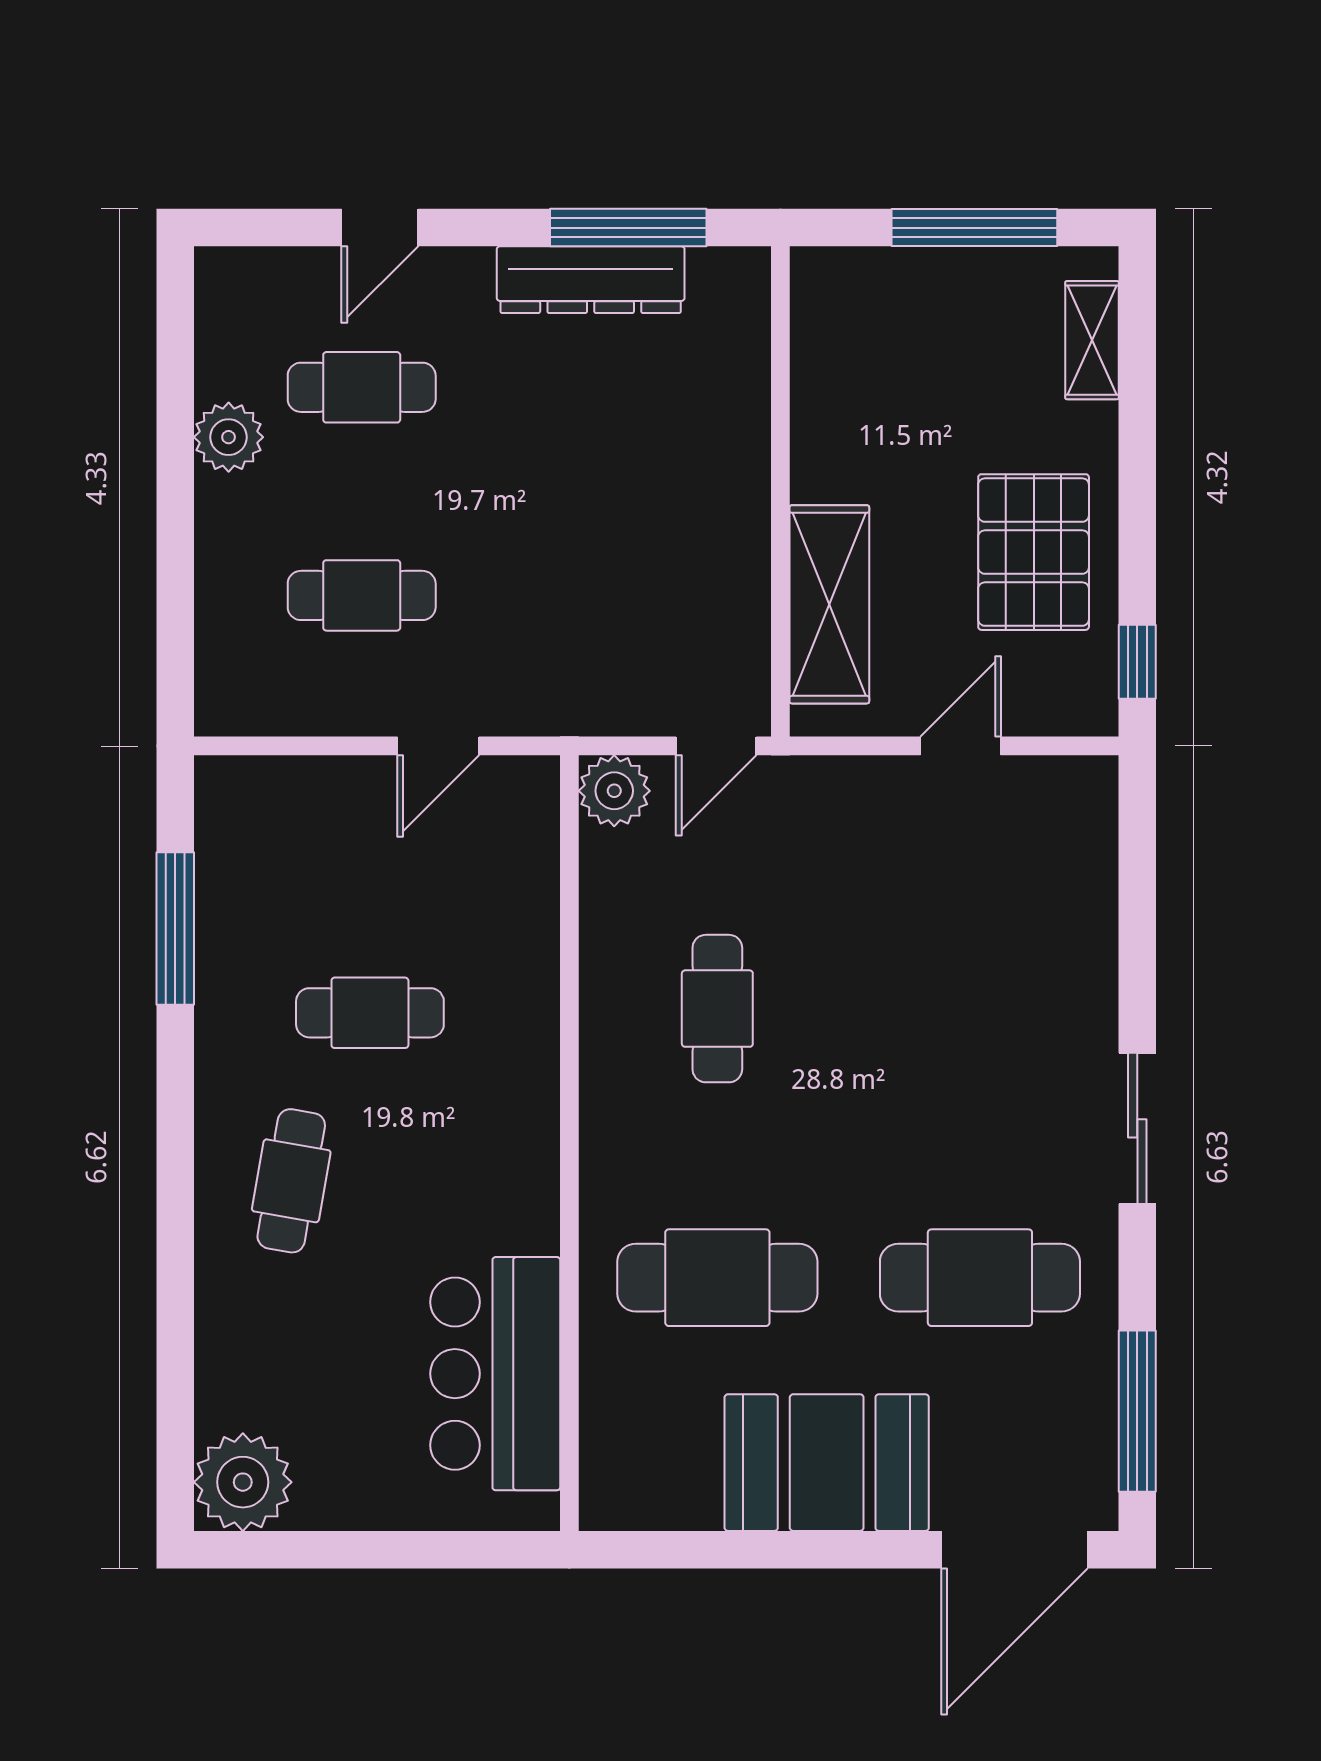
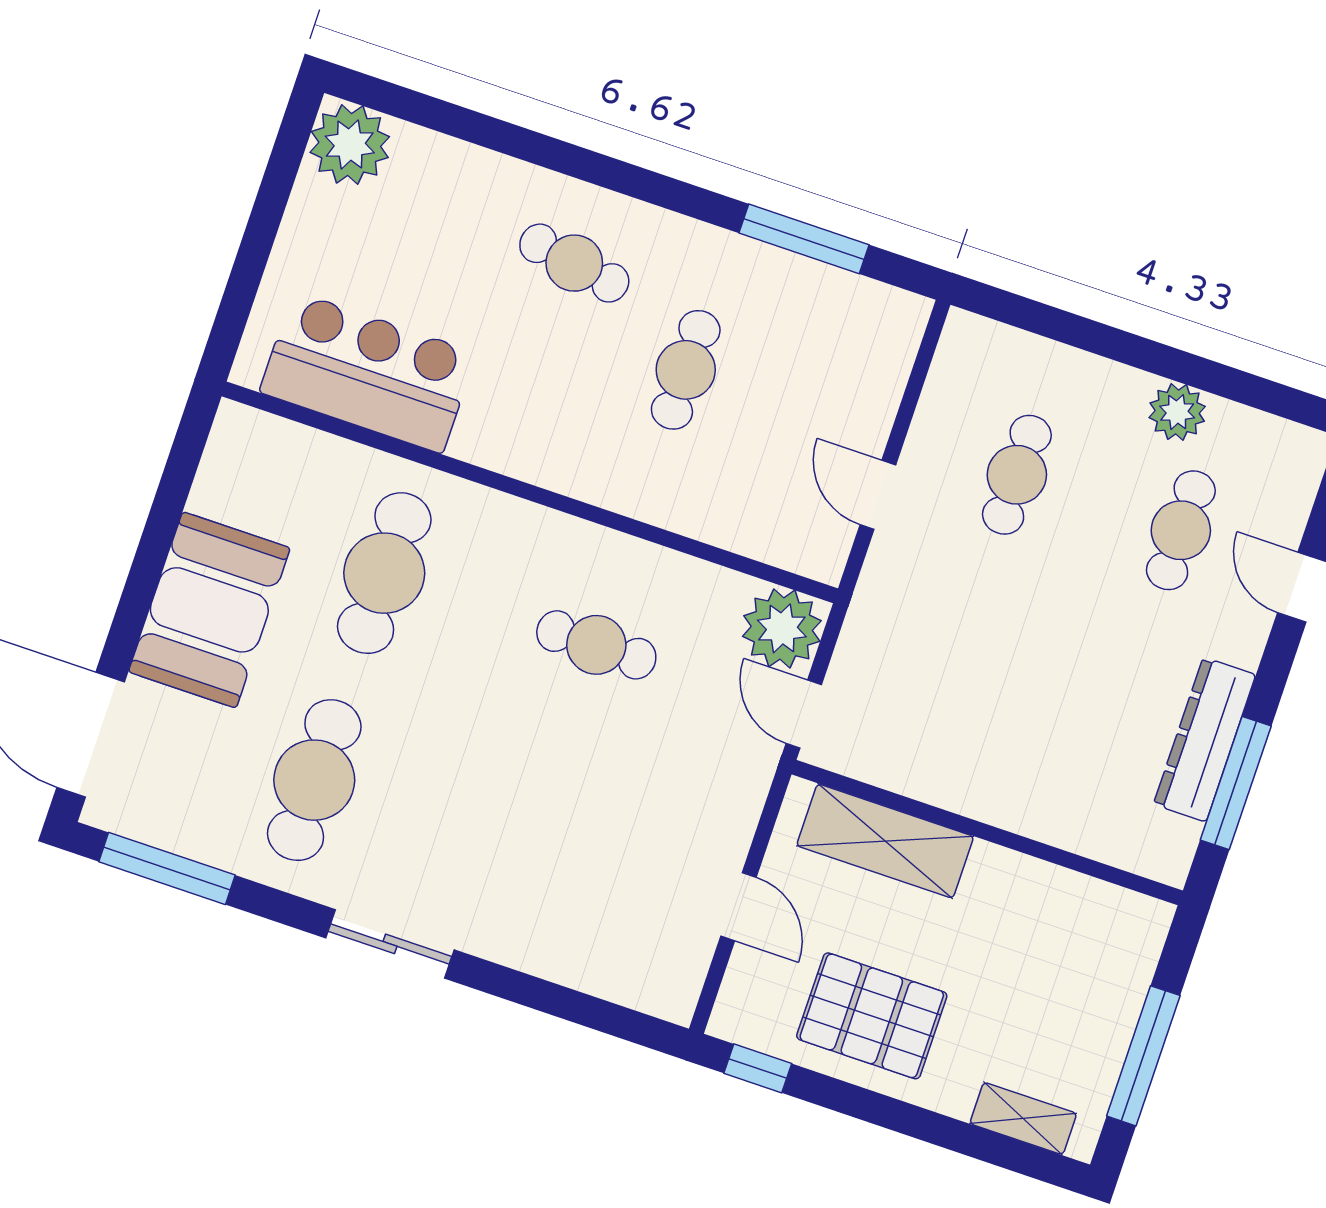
plant: (614, 791) -> (782, 628), width x1.36, depth x1.36

